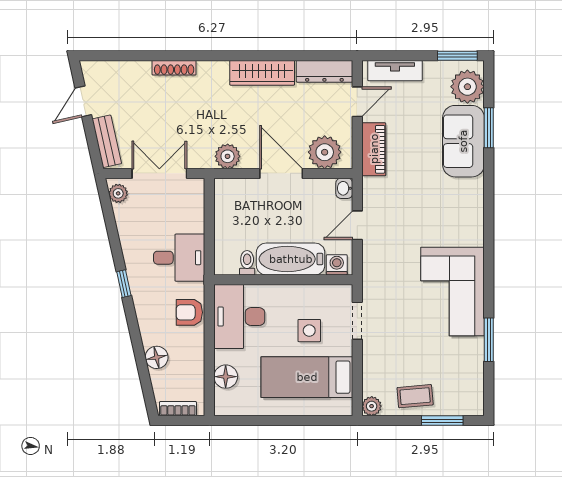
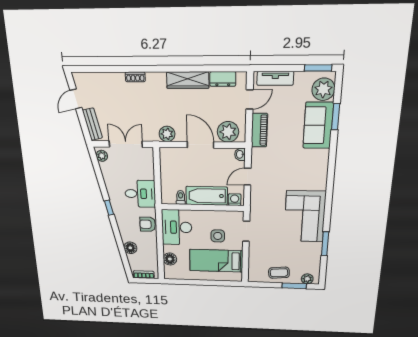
shoe rack: (174, 68) -> (135, 77), width x0.70
dresser: (324, 71) -> (223, 79), width x0.70
plant: (372, 406) -> (307, 279), moved

